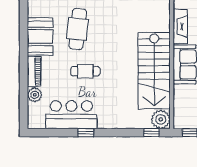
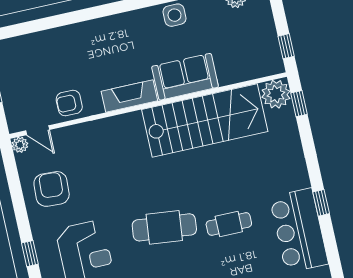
cafe table: (78, 29) -> (164, 227), moved
cafe table: (85, 71) -> (229, 224), turned 90

